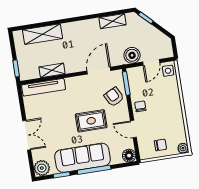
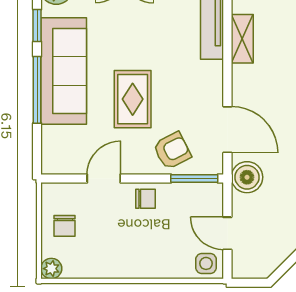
boiler: (132, 55) -> (247, 177), moved
floor lamp: (129, 156) -> (54, 162), removed

